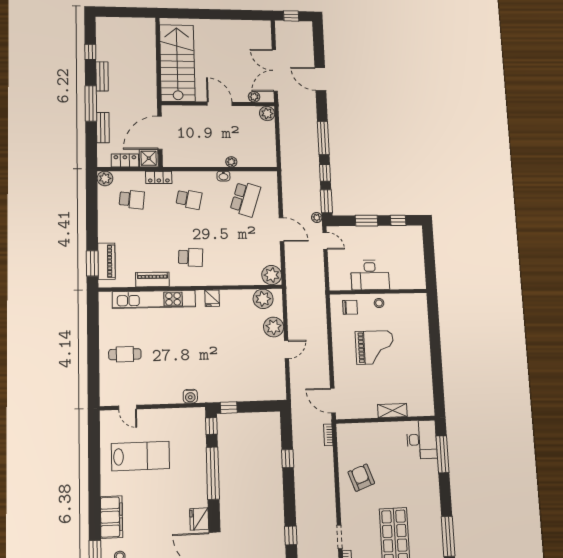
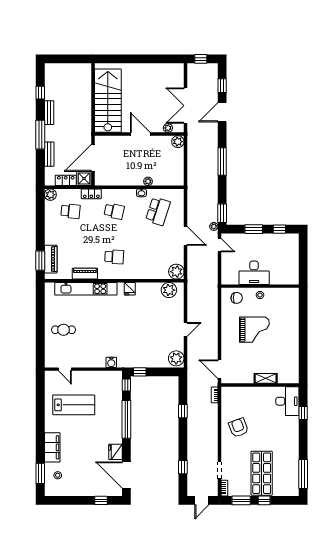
door: (320, 79) -> (222, 112), hinge flipped
window: (325, 173) -> (222, 86), moved
plant: (274, 327) -> (176, 358), moved
window: (443, 454) -> (303, 413), width x0.46

